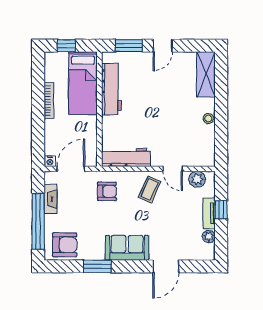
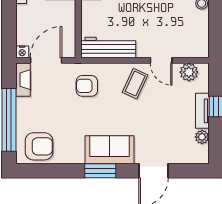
armchair: (107, 191) -> (87, 86), turned 180
fireplace: (51, 199) -> (23, 80), moved
window: (97, 266) -> (100, 171), moved

